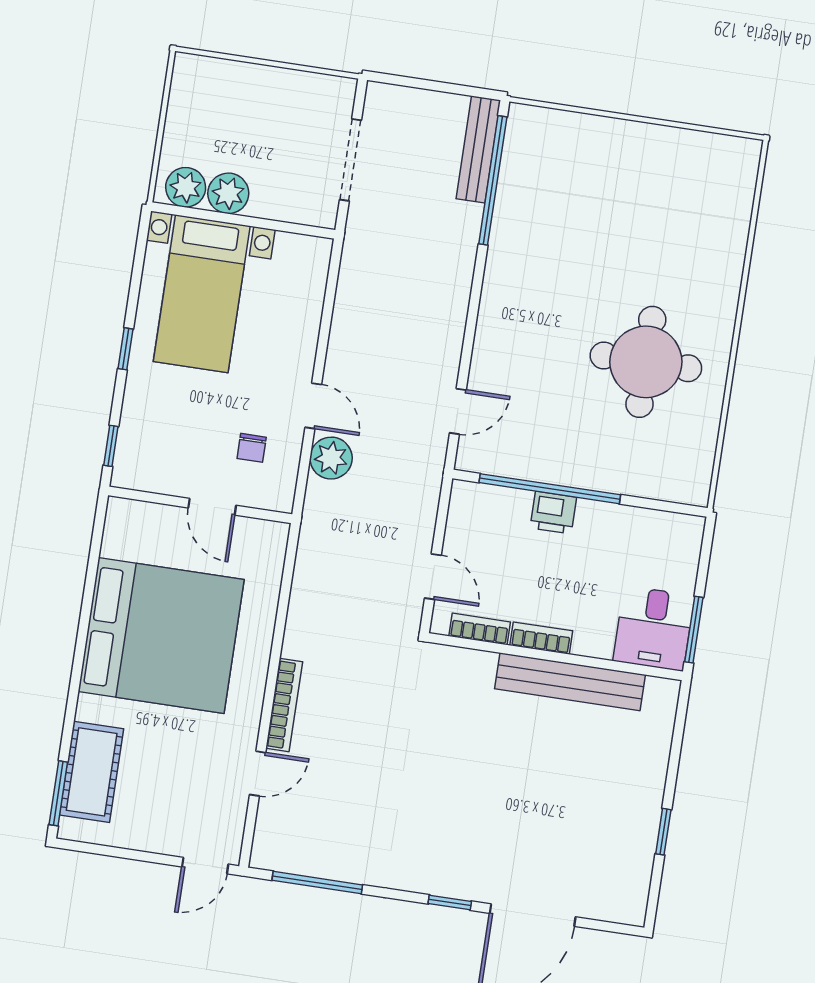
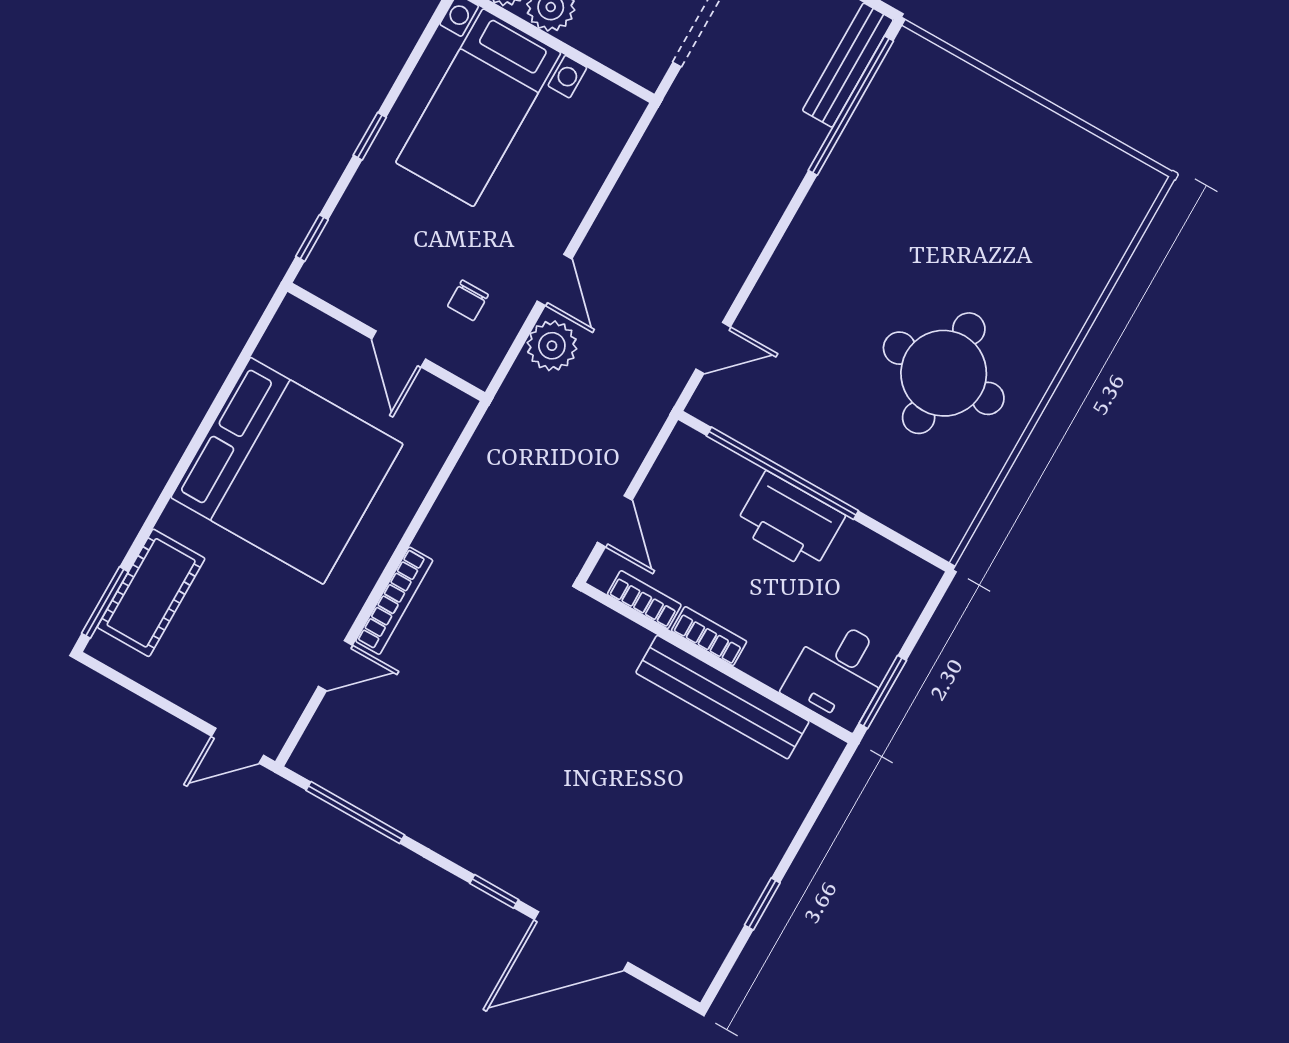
printer: (553, 513) -> (790, 521), width x1.87, depth x1.48

